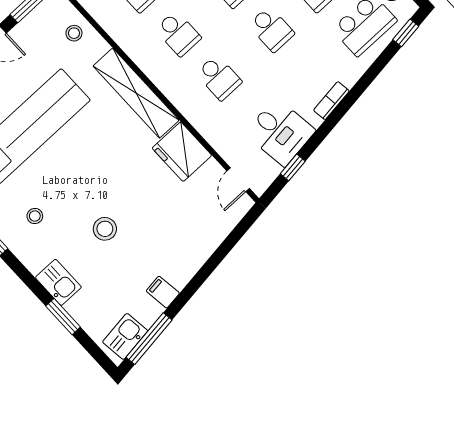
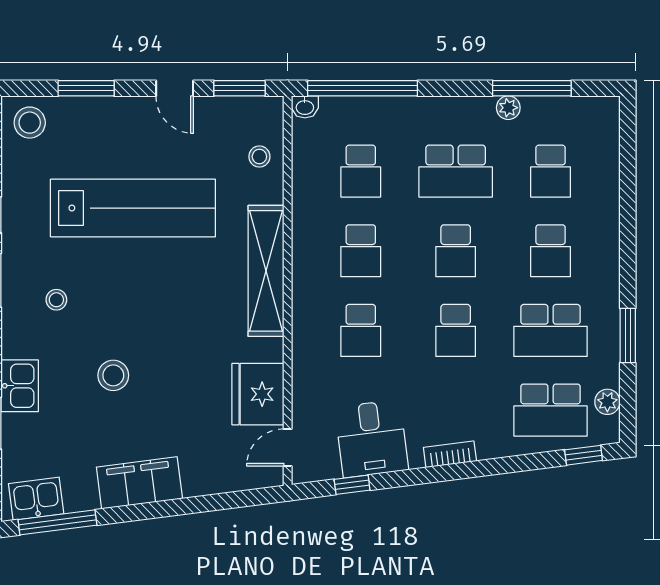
fridge: (182, 152) -> (258, 394), moved
filing cabinet: (163, 292) -> (139, 483), width x3.00, depth x1.17

